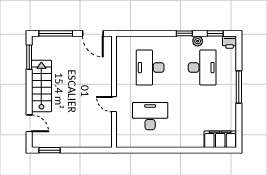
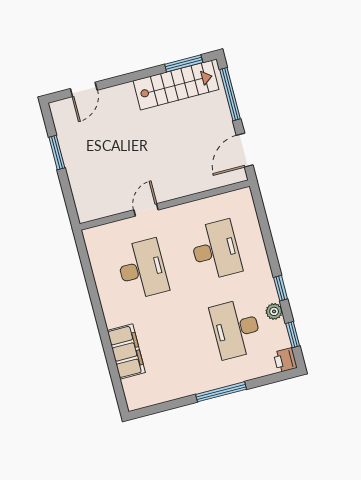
desk: (150, 68) -> (216, 250), turned 90
desk: (202, 68) -> (236, 329), turned 90
stairs: (41, 86) -> (176, 85), moved
filing cabinet: (220, 139) -> (126, 351), moved
window: (49, 150) -> (57, 152), moved

